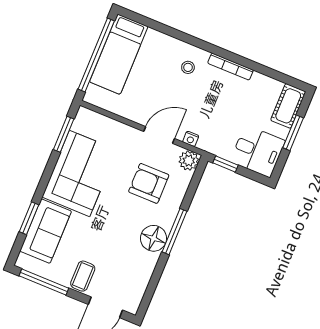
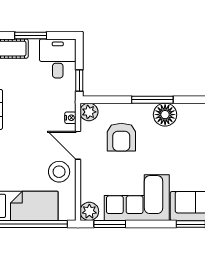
stool: (188, 67) -> (59, 172), moved, width x1.89, depth x1.89
plant: (86, 118) -> (89, 211), added

